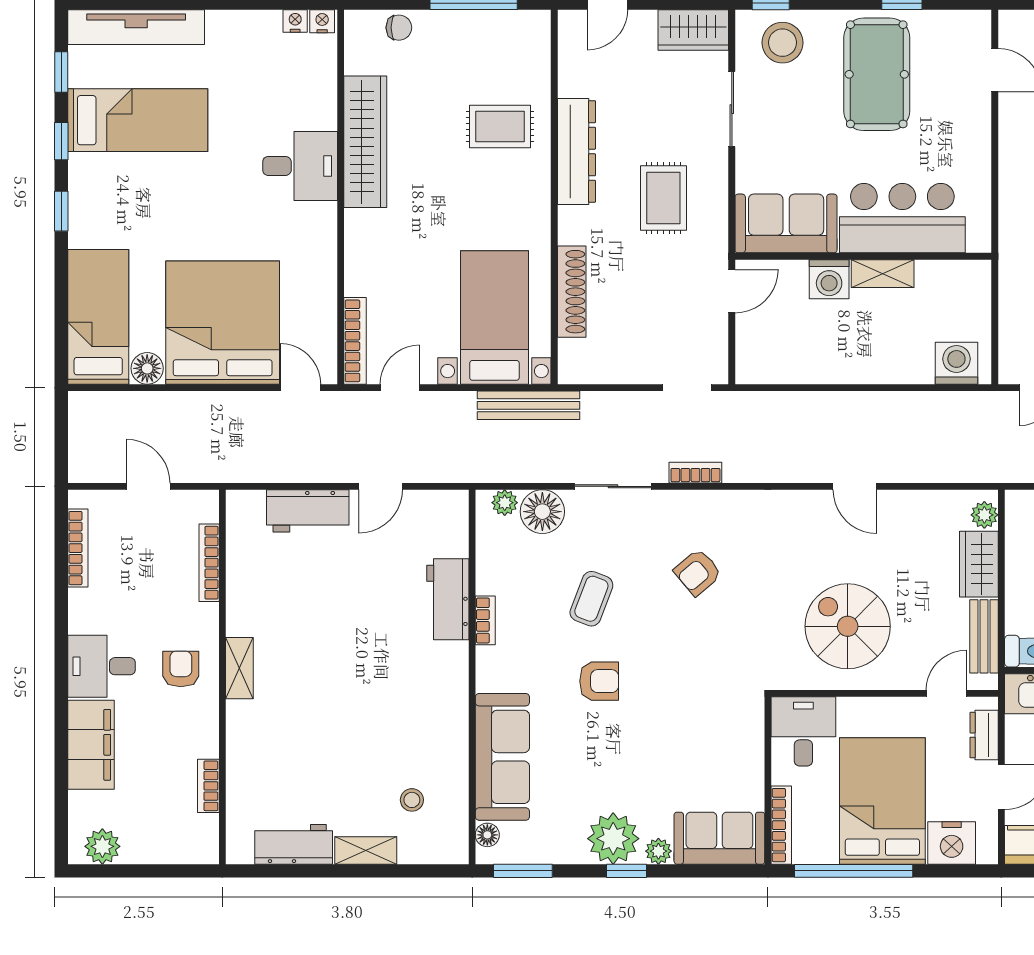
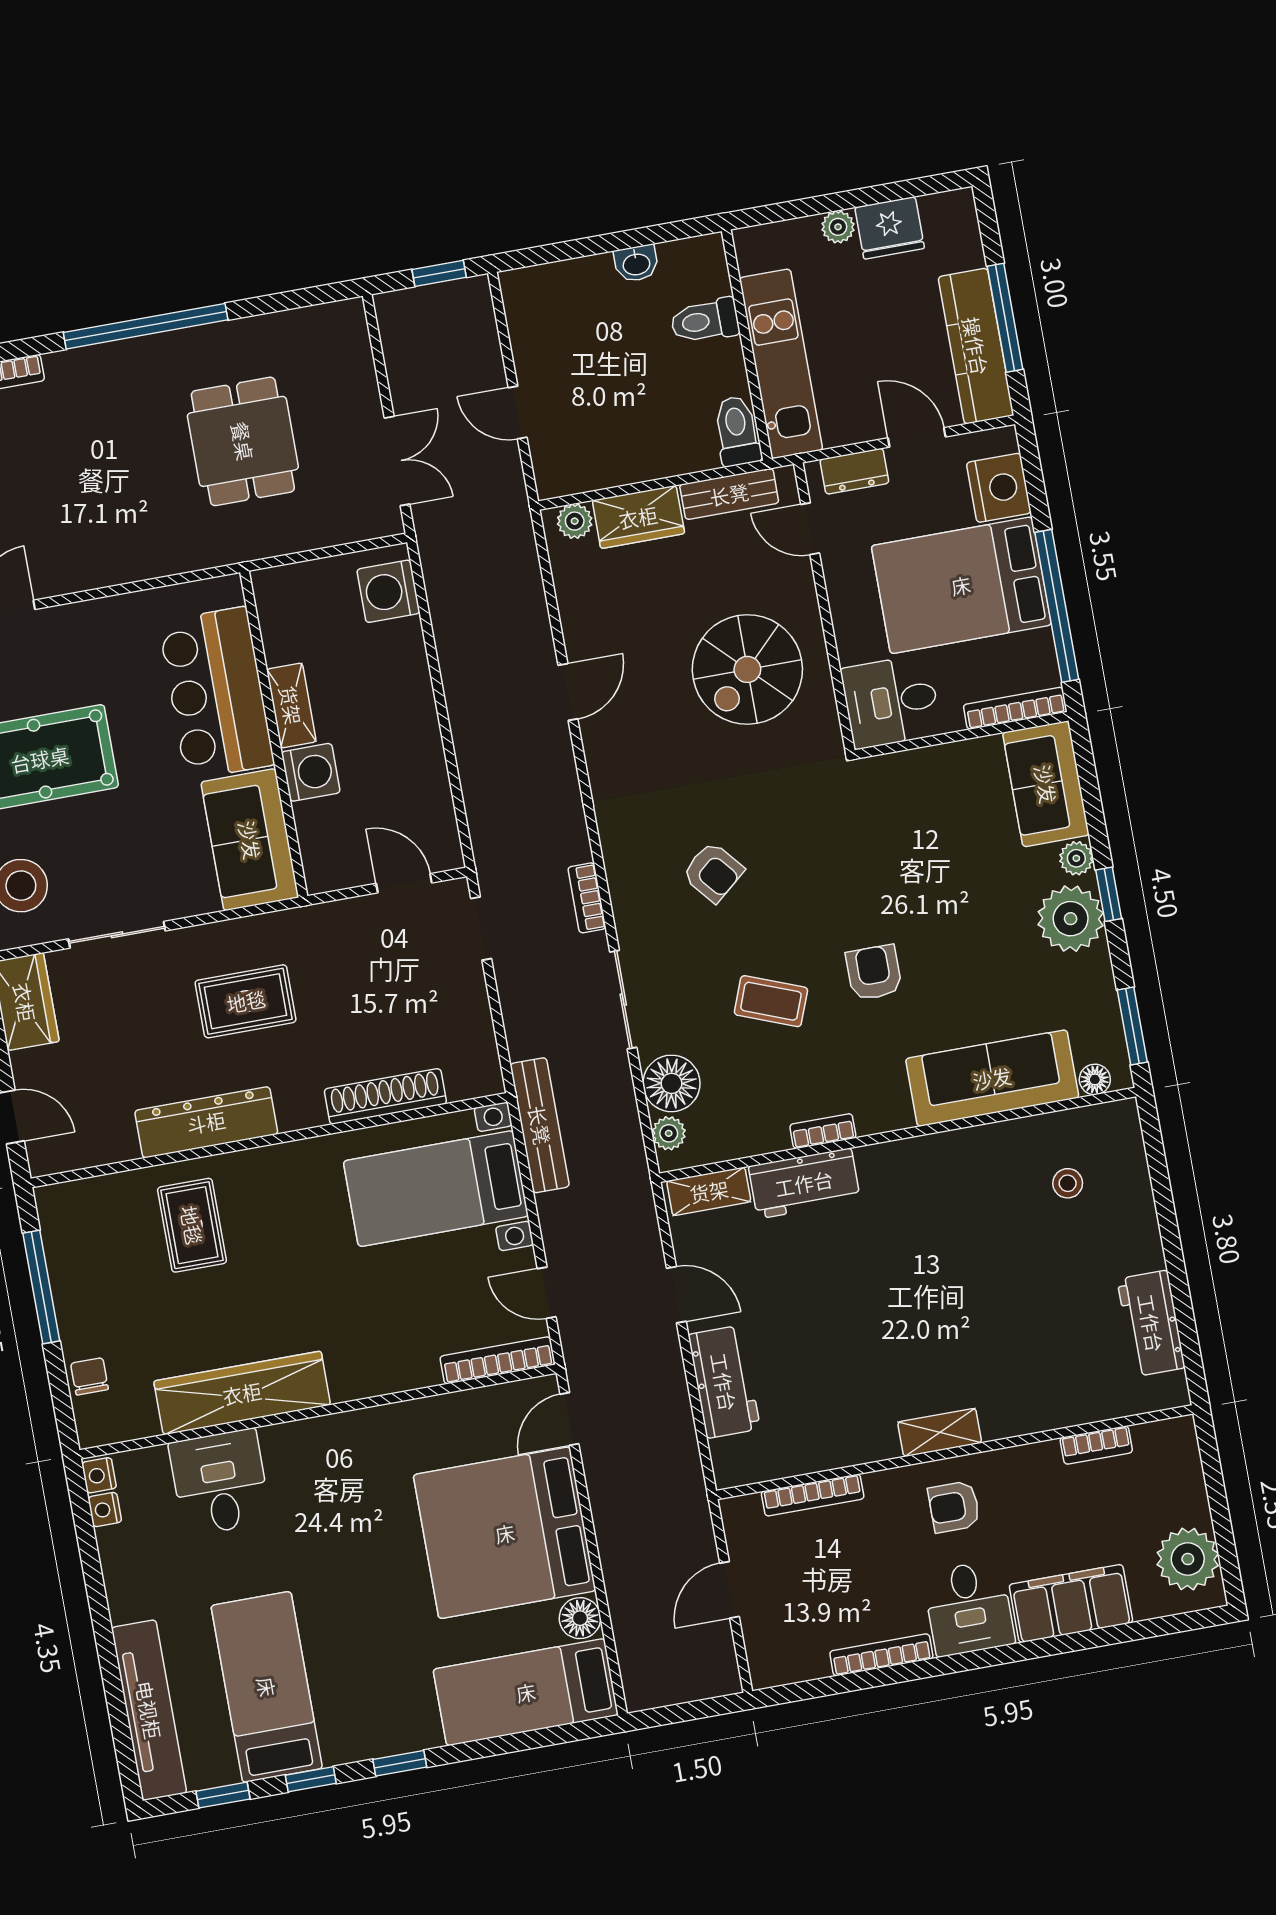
desk: (300, 166) -> (220, 1482), moved
door: (732, 291) -> (404, 883), moved
bookcase: (78, 548) -> (881, 1655), moved
plant: (102, 846) -> (1188, 1559), width x1.36, depth x1.36
shelving: (366, 850) -> (709, 1191), moved, turned 90

